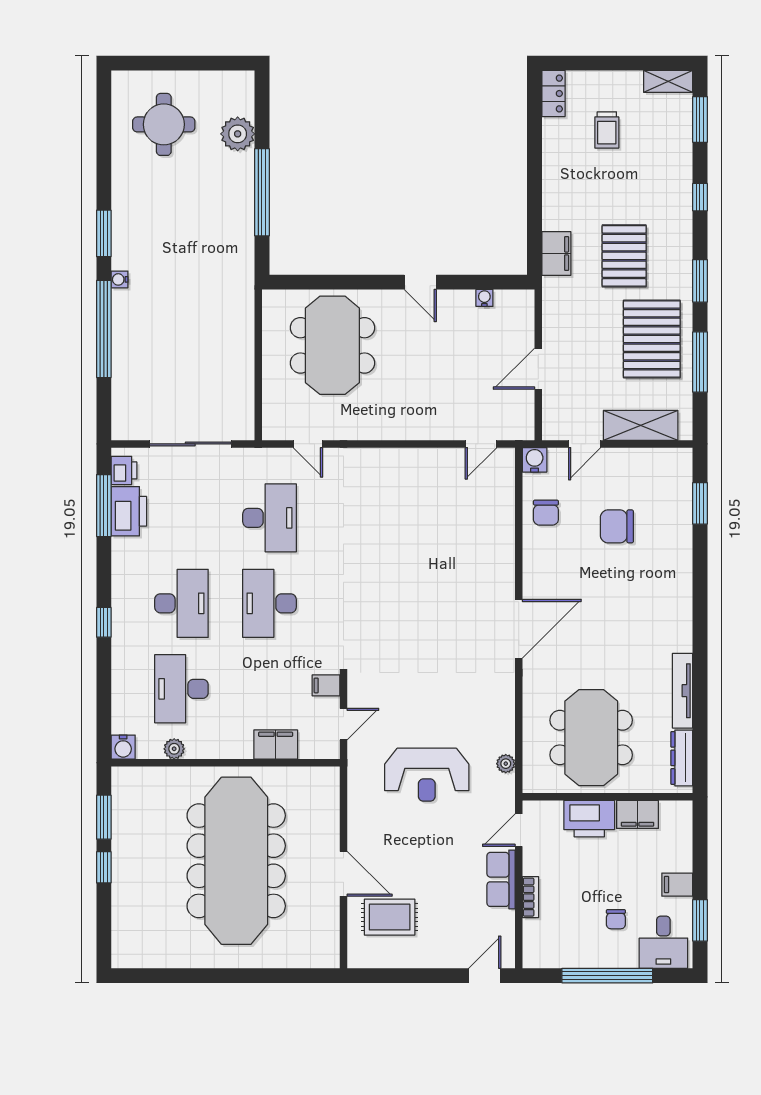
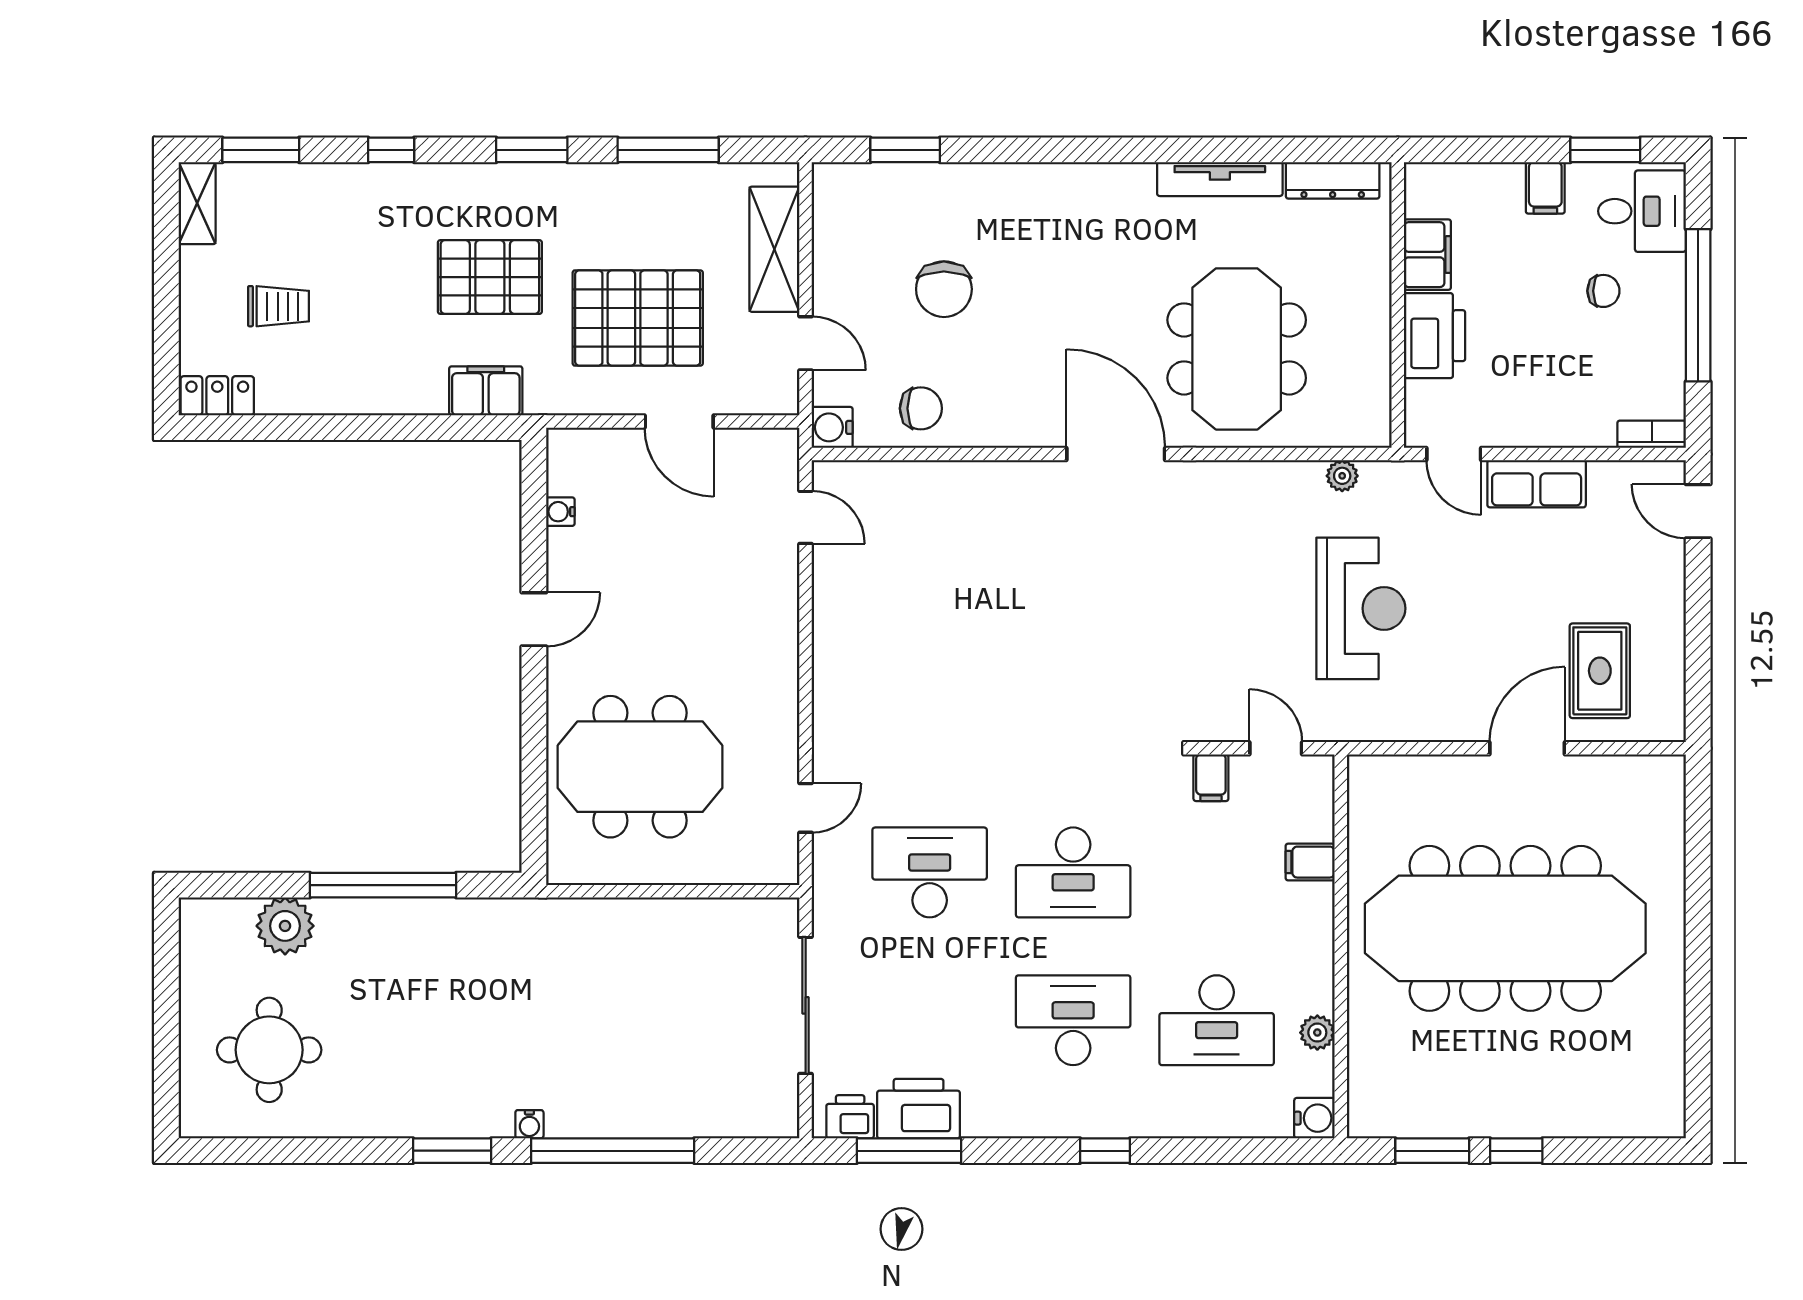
pallet: (652, 339) -> (638, 318), moved
meeting table: (591, 738) -> (1237, 349), moved, turned 90
filing cabinet: (276, 744) -> (1310, 862), width x0.50
bookcase: (531, 897) -> (1652, 434), moved

